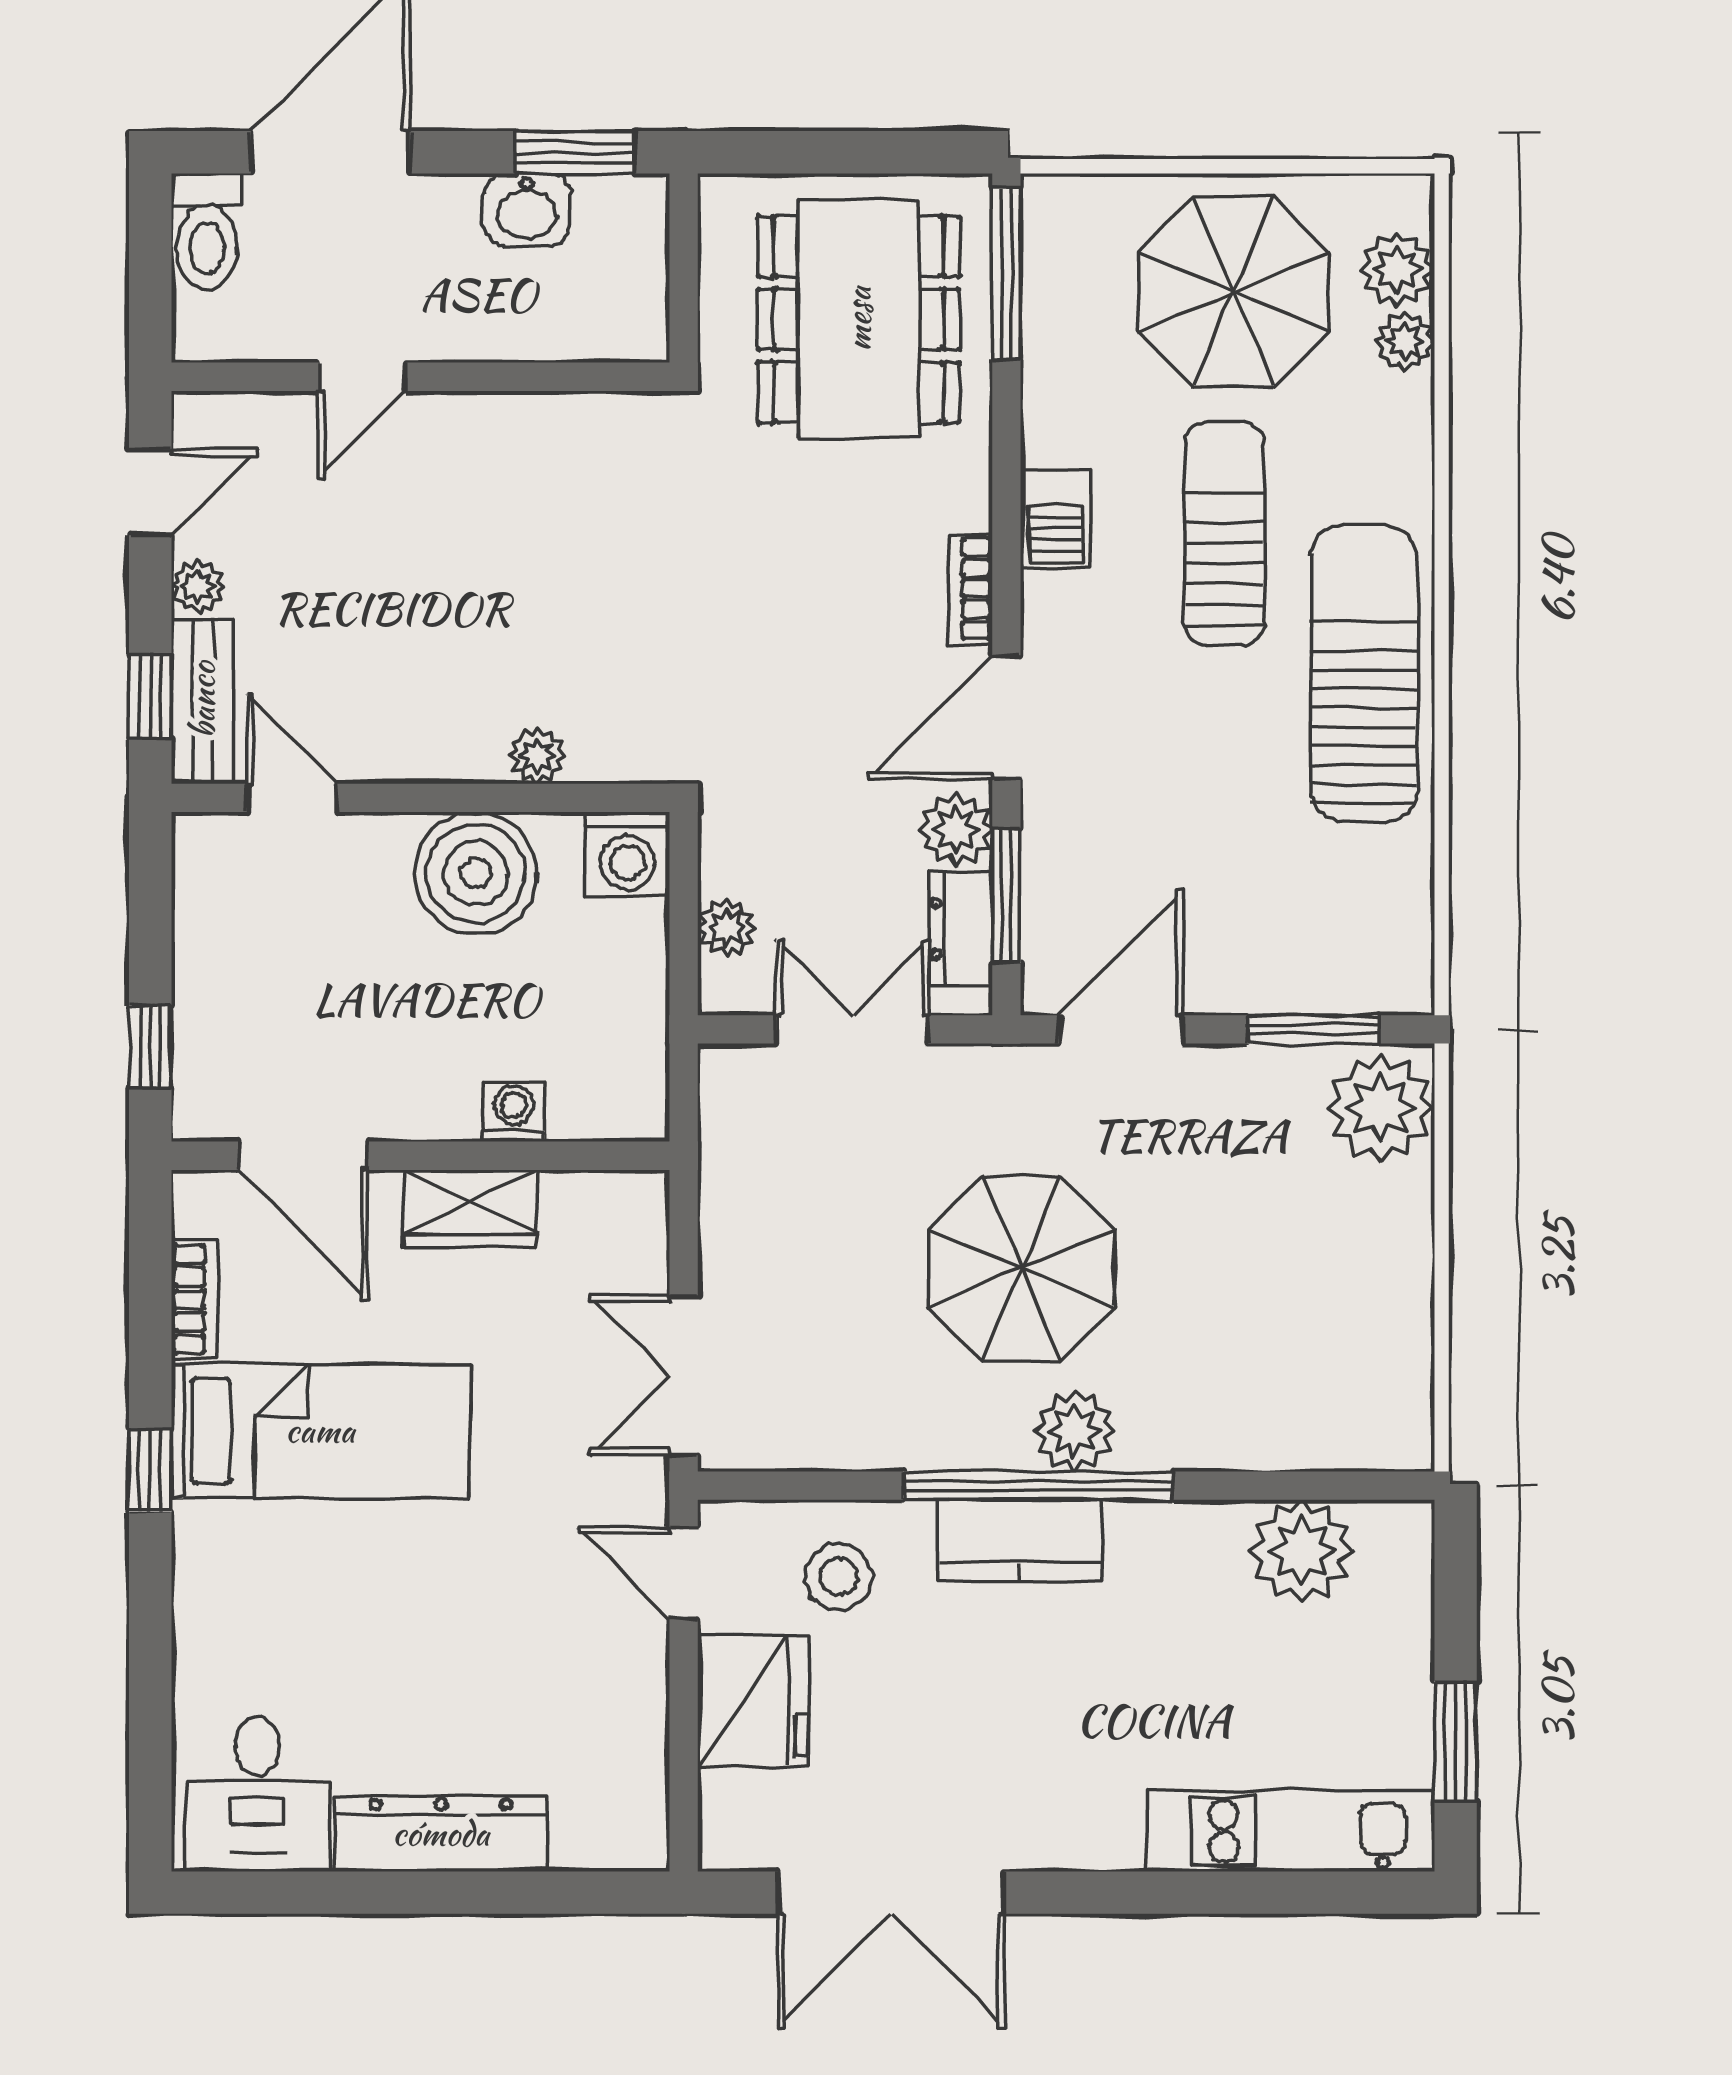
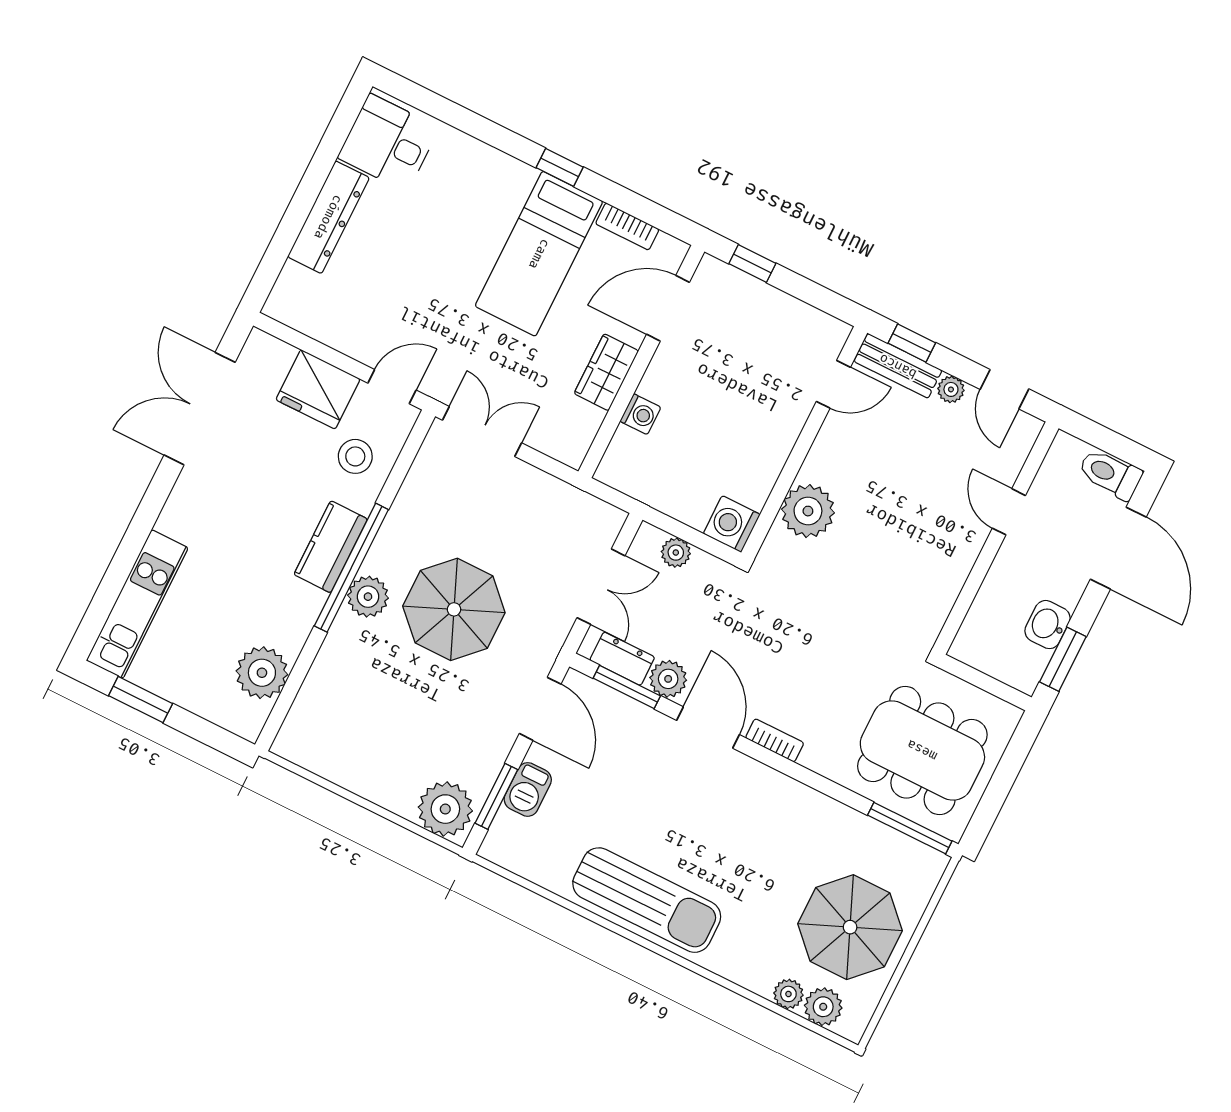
barbecue: (1056, 519) -> (528, 789), moved, turned -90
sun lounger: (1225, 533) -> (742, 868), removed
plant: (537, 756) -> (808, 511), width x1.88, depth x1.88
boiler: (476, 873) -> (757, 451), removed

